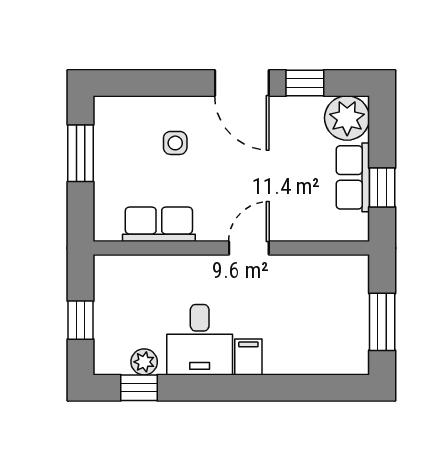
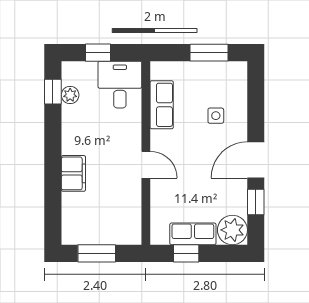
desk: (200, 340) -> (120, 85), moved, turned 90
filing cabinet: (248, 357) -> (73, 173), width x2.00

